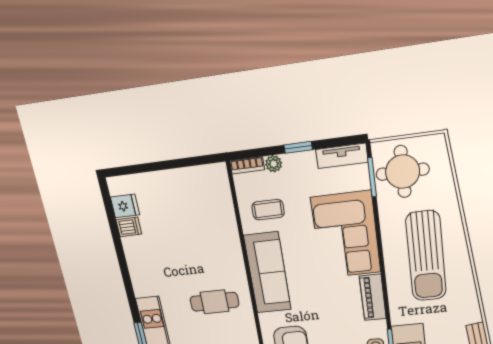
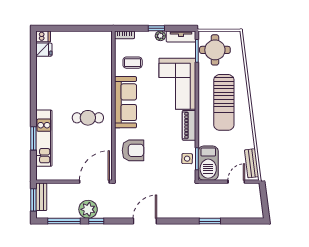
plant: (274, 164) -> (160, 36), moved
dishwasher: (129, 227) -> (43, 36), moved

